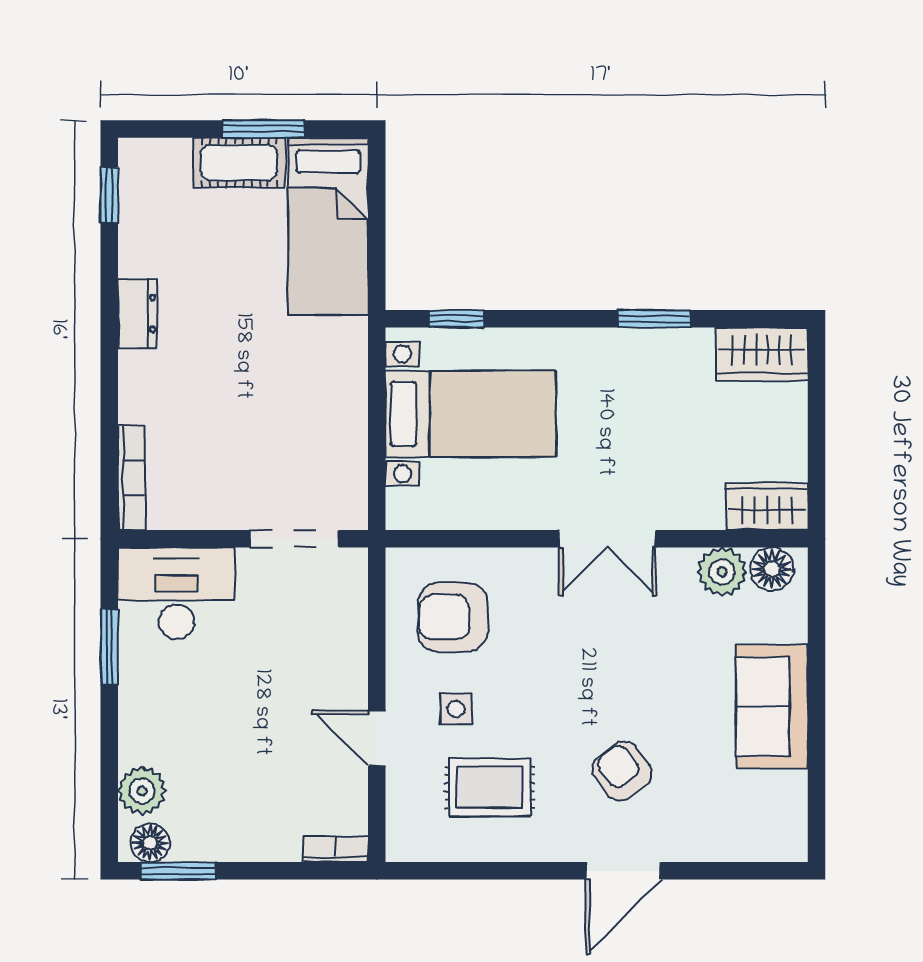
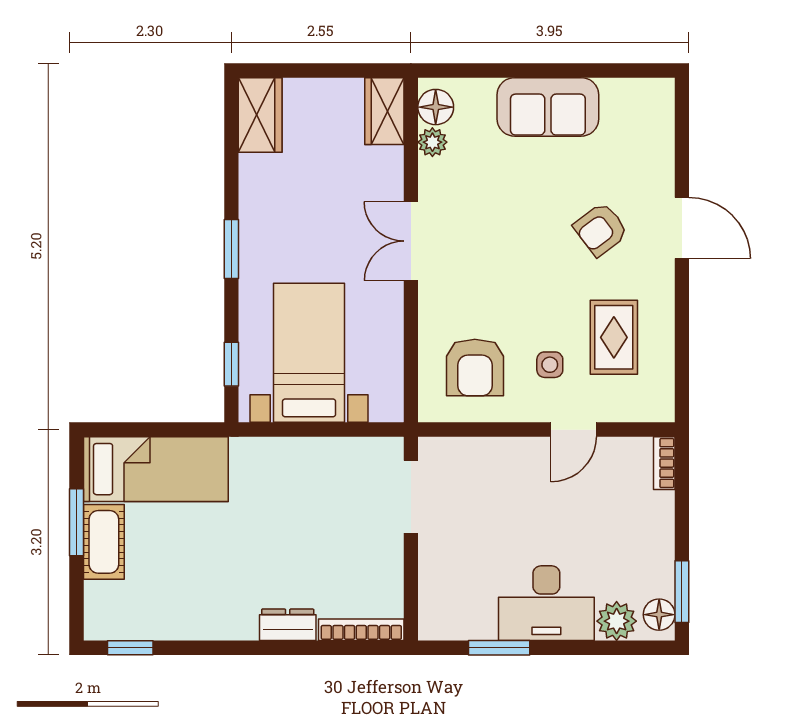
dresser: (137, 313) -> (288, 625), moved
window: (654, 319) -> (231, 249), moved
double door: (607, 539) -> (411, 241), swing flipped
plant: (722, 572) -> (432, 142), width x0.73, depth x0.73
desk: (176, 593) -> (546, 603), moved, turned -90

